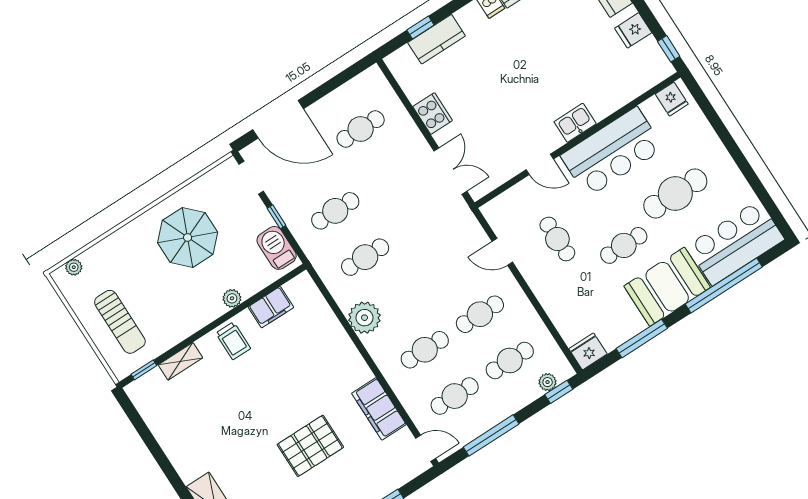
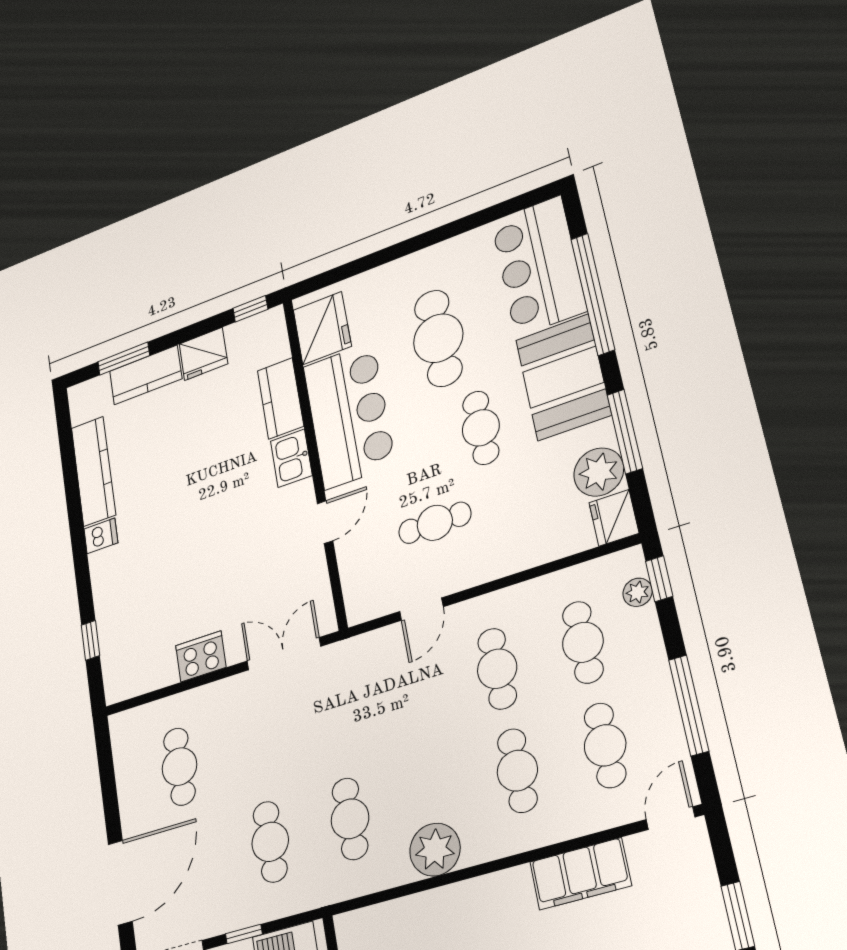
fridge: (633, 30) -> (203, 354), width x1.38
kitchen counter: (436, 39) -> (281, 398), moved, turned 180
fridge: (672, 99) -> (322, 328), width x1.88, depth x1.34
plant: (613, 332) -> (599, 472), added

